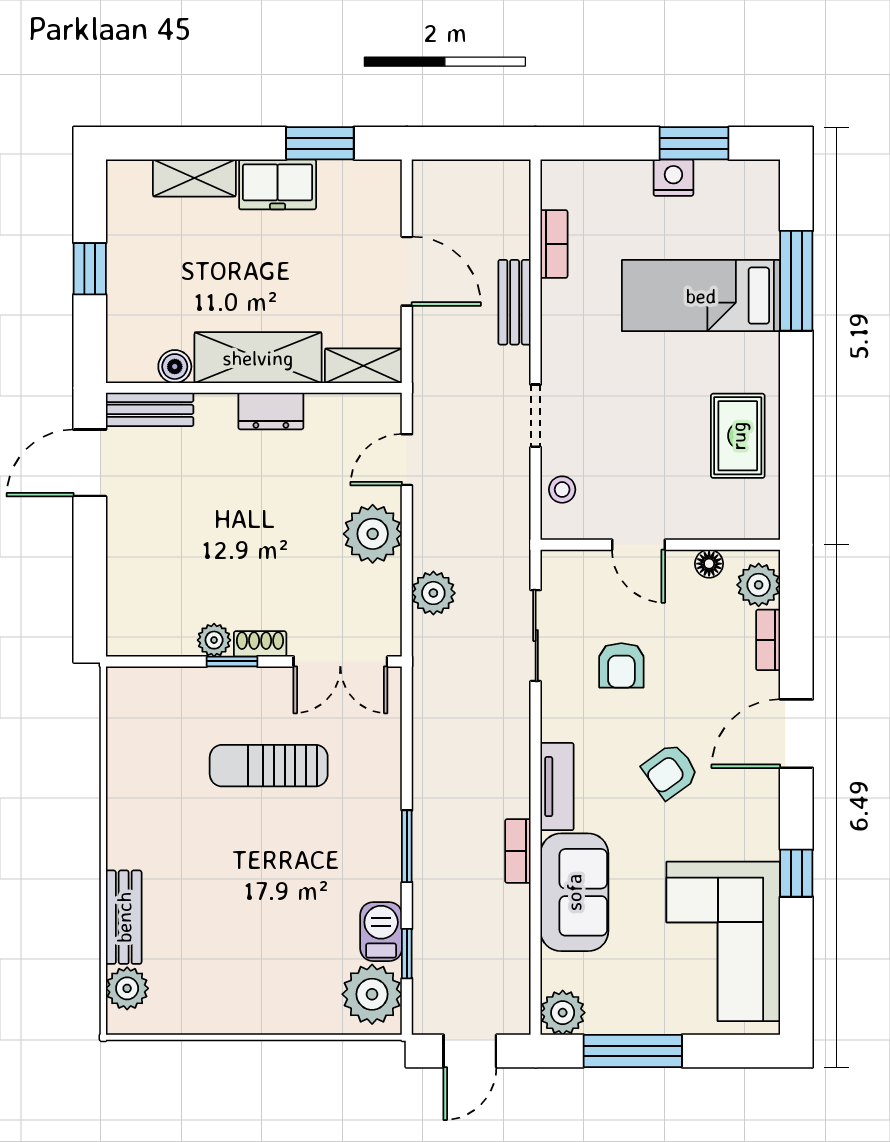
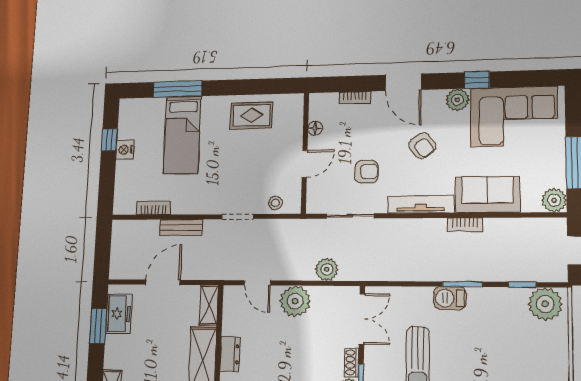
window: (694, 143) -> (109, 140), width x0.67
freezer: (278, 184) -> (119, 314), moved
plant: (759, 585) -> (457, 100), moved
tv unit: (557, 787) -> (421, 204), width x1.41
barbecue: (381, 932) -> (450, 298), moved

